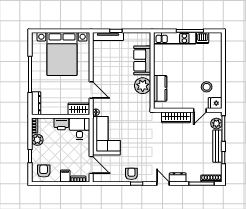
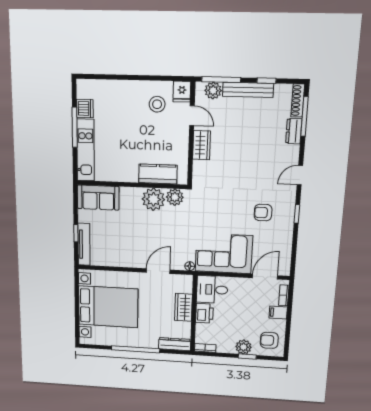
sofa: (142, 60) -> (98, 198), moved
plant: (145, 100) -> (175, 197), added
wardrobe: (79, 109) -> (183, 307), moved
wardrobe: (176, 117) -> (202, 145), width x0.67
plant: (37, 140) -> (243, 347), moved
armchair: (131, 174) -> (263, 213), moved
dresser: (178, 177) -> (294, 131), moved

